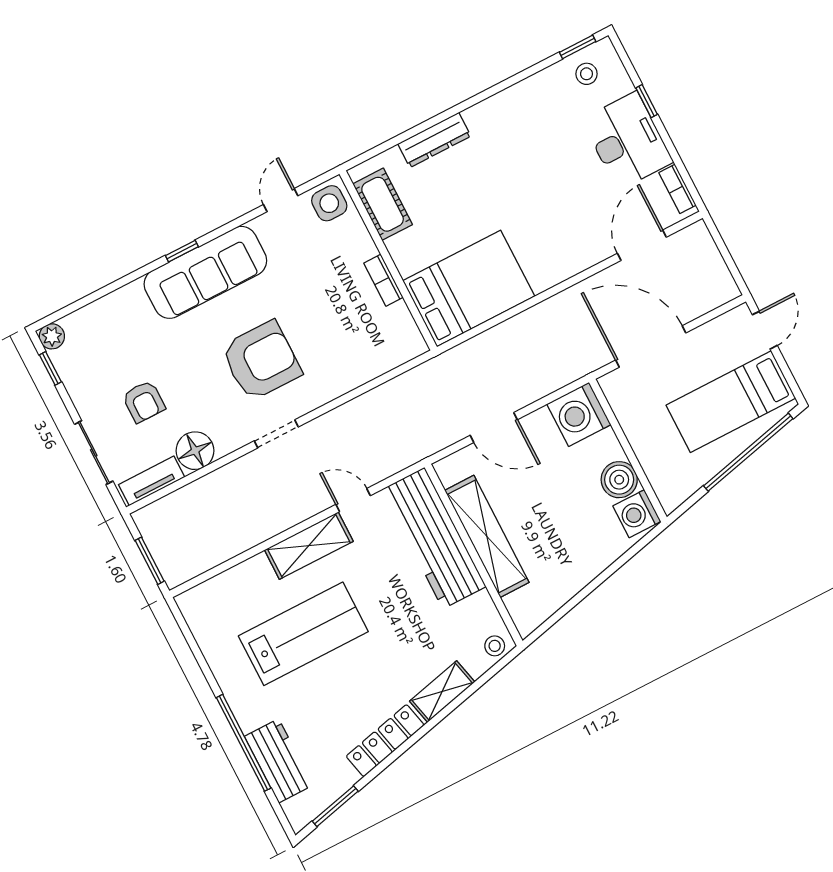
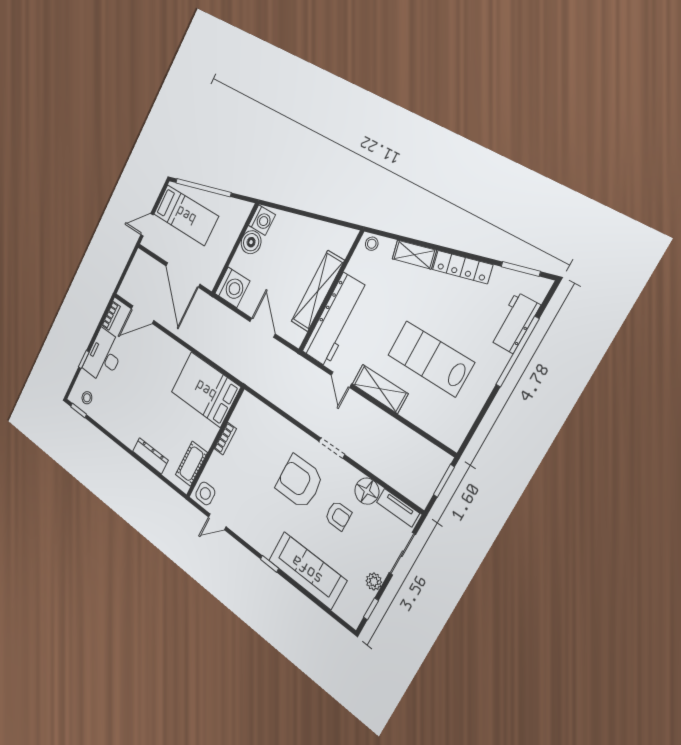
sofa: (205, 272) -> (307, 570), moved
plant: (52, 336) -> (374, 582), moved
armchair: (144, 402) -> (338, 516), moved, turned 90

